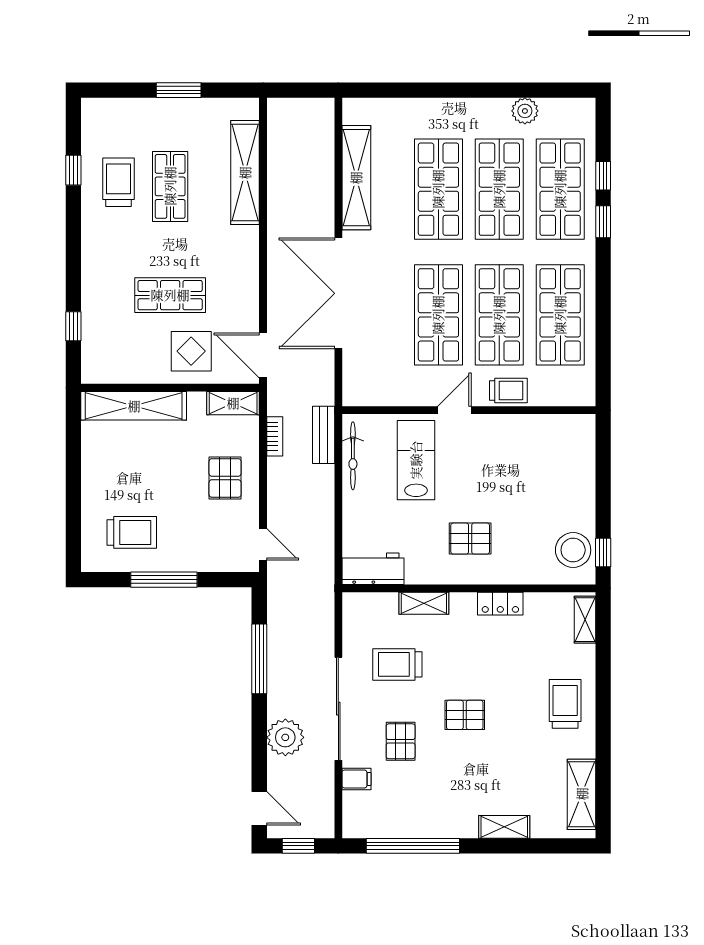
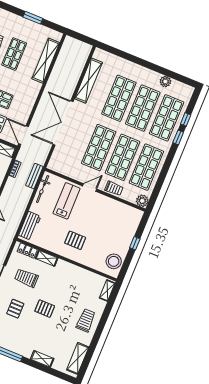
plant: (581, 392) -> (142, 201), added
window: (603, 552) -> (135, 243), moved
workbench: (373, 569) -> (30, 226), moved, turned 90
locker: (500, 604) -> (27, 250), moved

